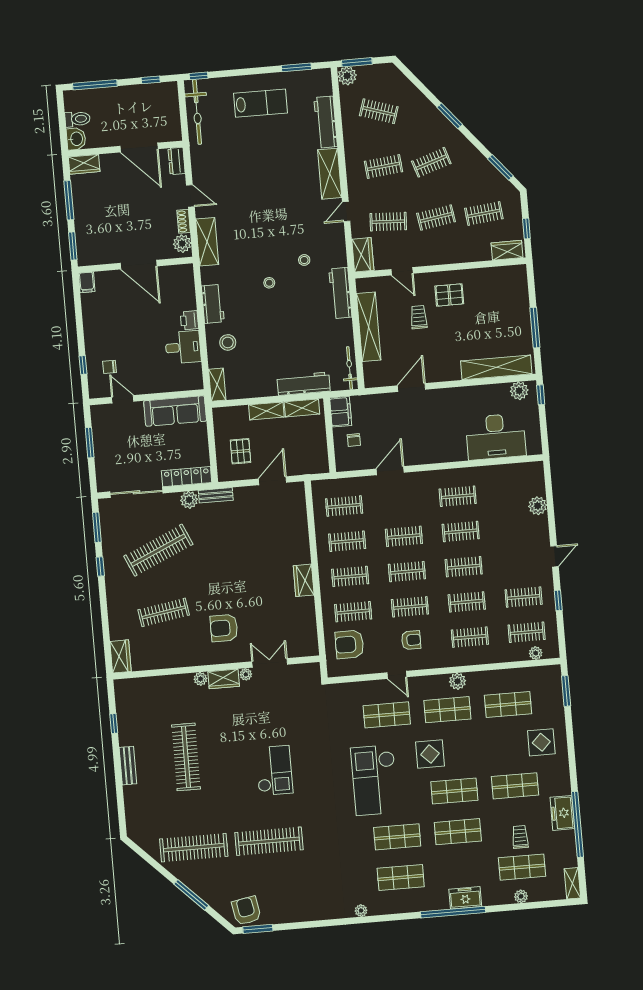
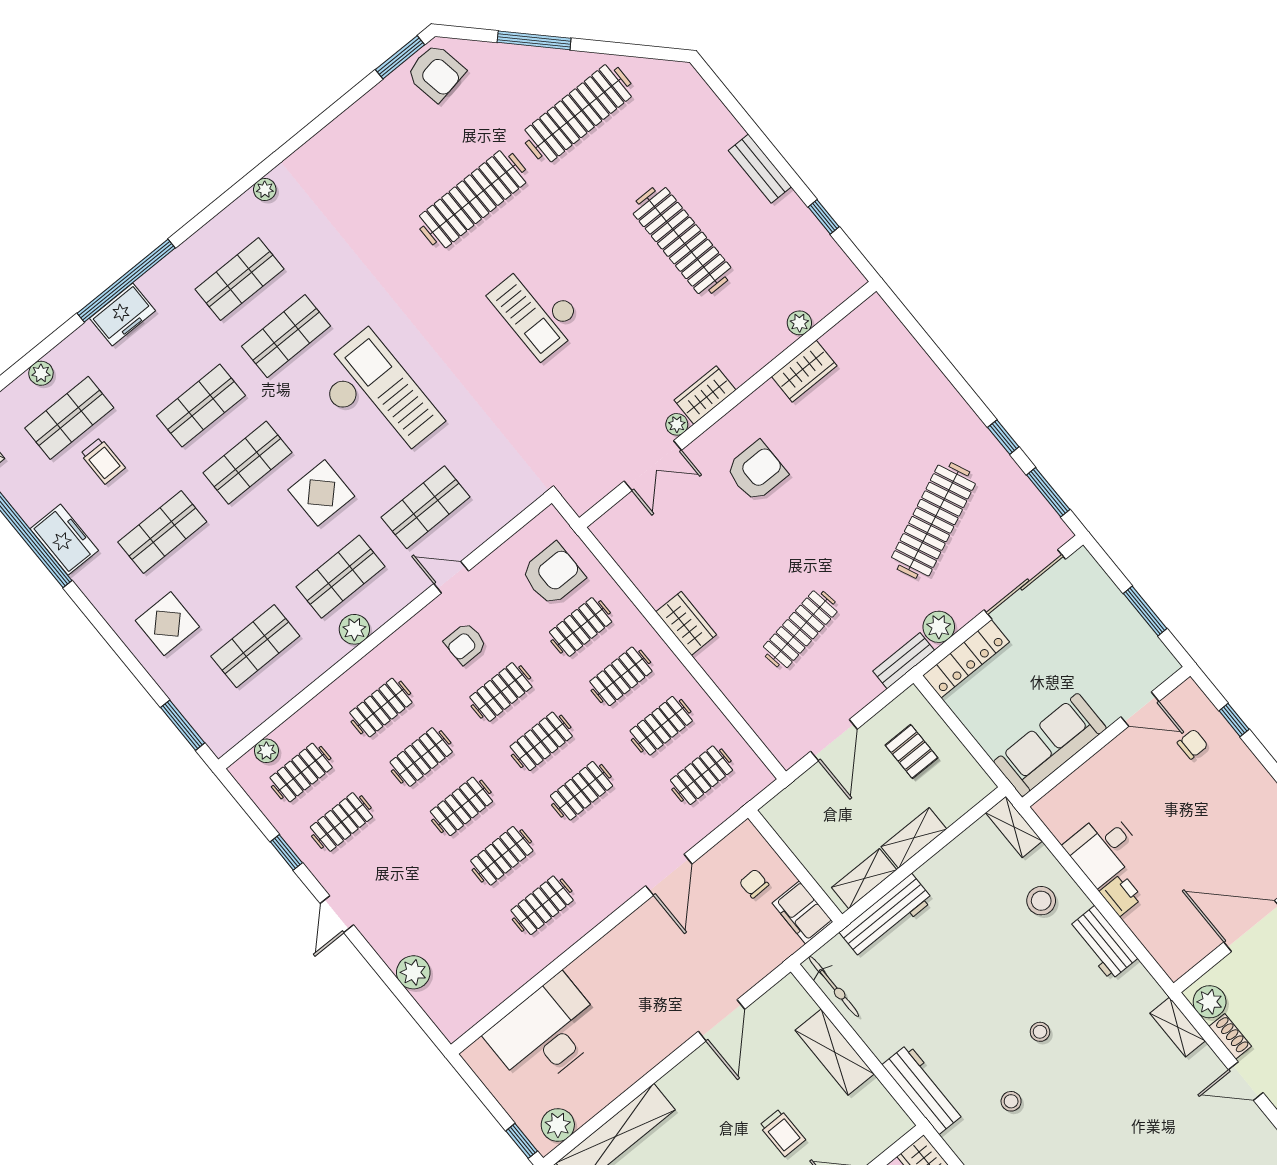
shelving: (207, 242) -> (1178, 1027), width x0.67, depth x0.75
shelving: (369, 327) -> (835, 1052), width x0.68
clothes rail: (164, 612) -> (800, 629), moved
wardrobe: (121, 656) -> (804, 371), moved, turned -90
plant: (200, 679) -> (799, 323), moved

